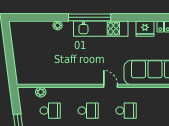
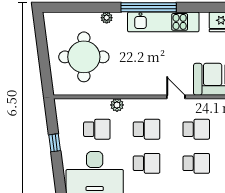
round table: (40, 55) -> (84, 57), added
plant: (41, 92) -> (117, 105), moved

